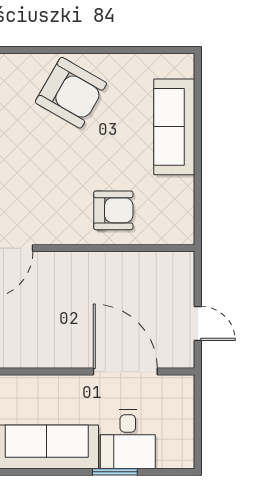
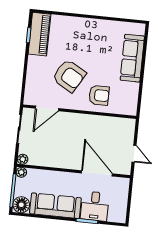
armchair: (71, 93) -> (69, 76), moved

